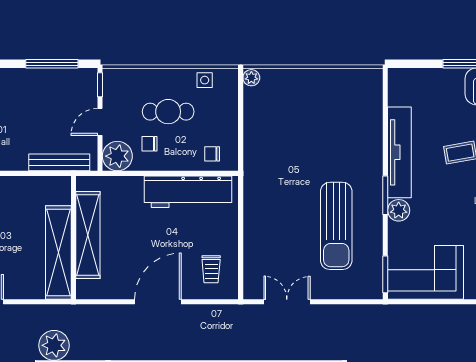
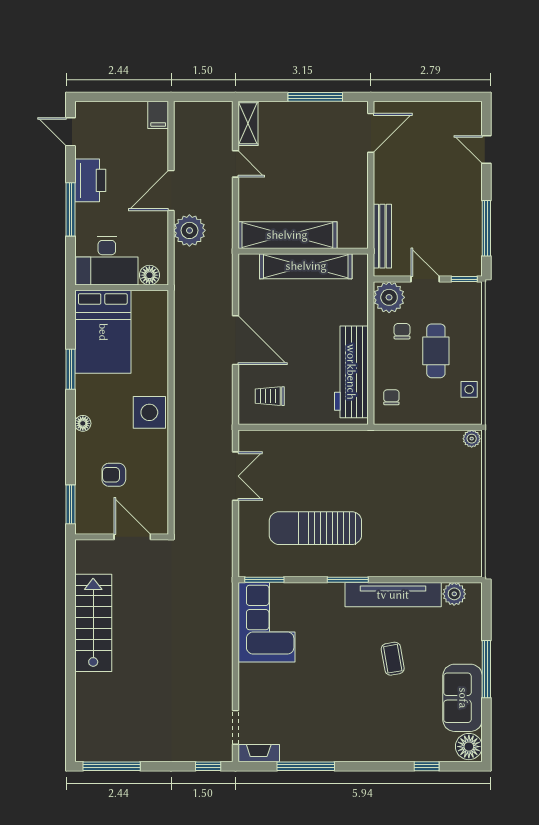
plant: (399, 210) -> (454, 594), moved

